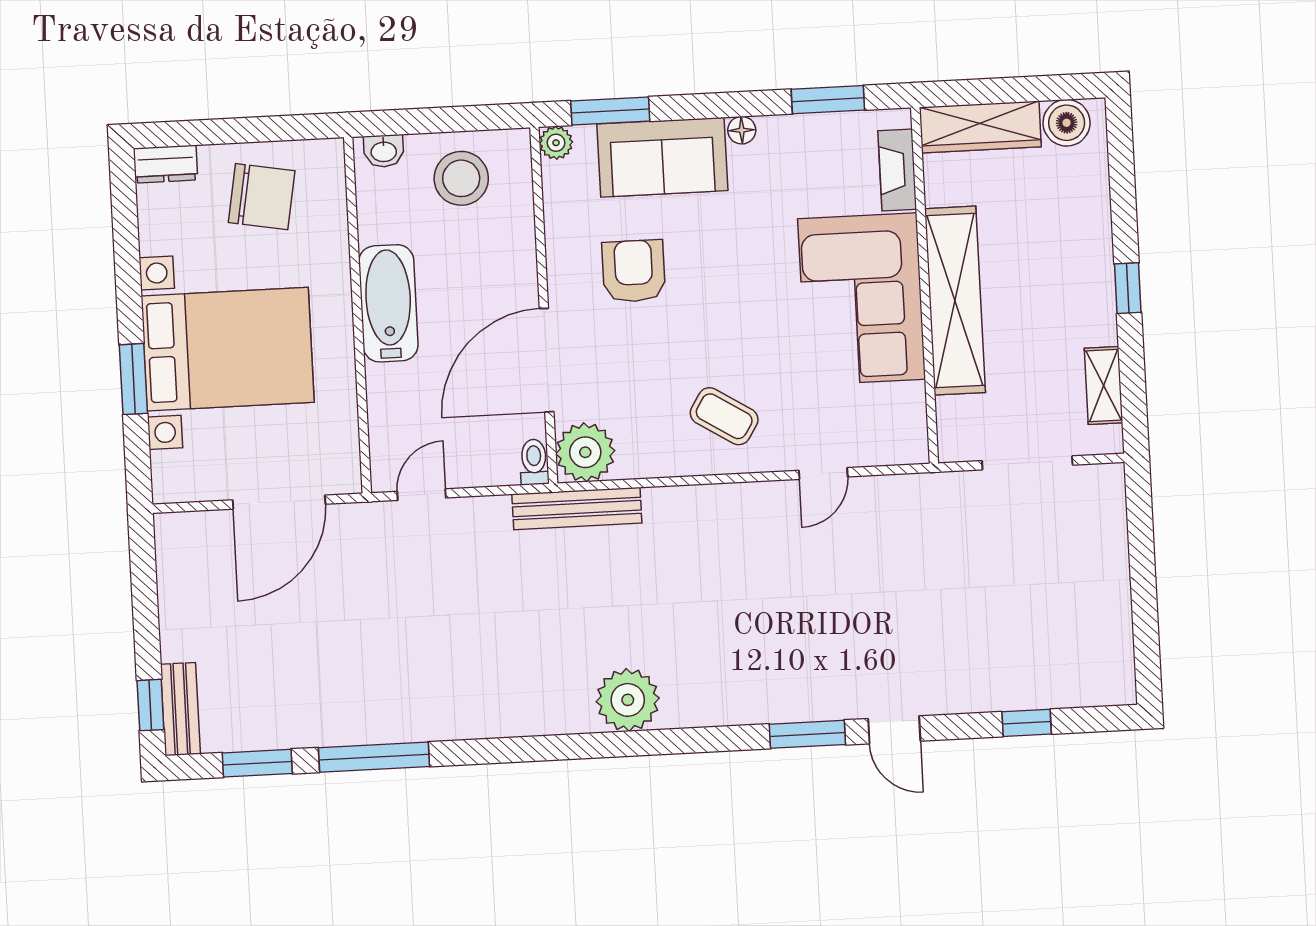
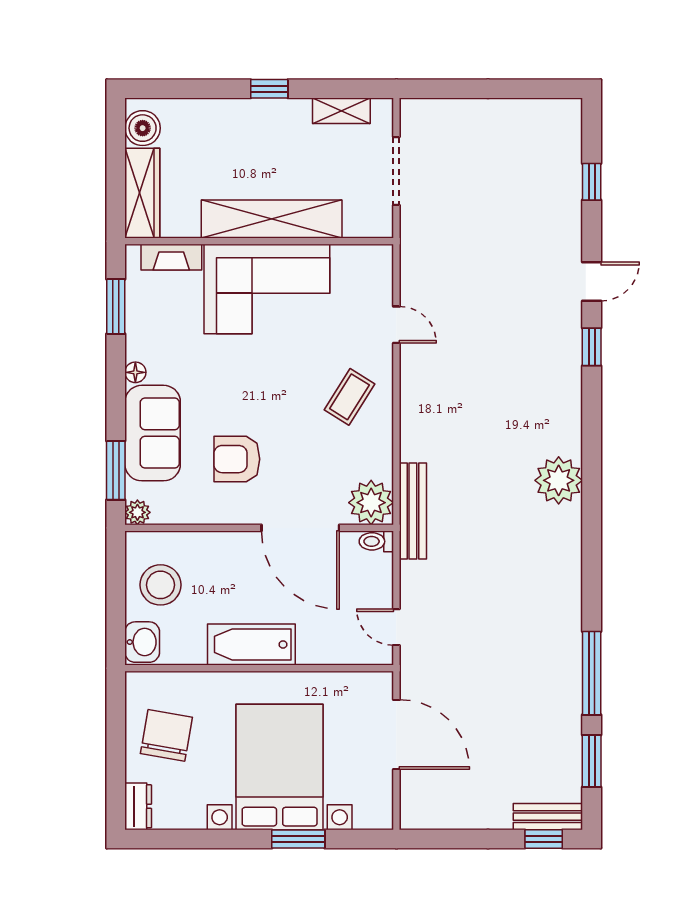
washbasin: (384, 151) -> (142, 642), width x1.38, depth x1.45
window: (807, 734) -> (592, 347), width x0.67

